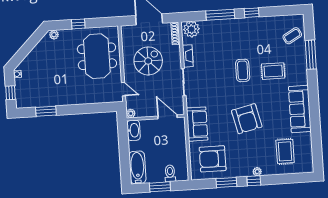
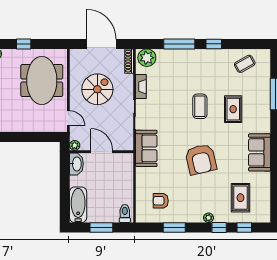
coffee table: (292, 36) -> (245, 64), moved
rug: (273, 71) -> (233, 109), turned 90
sofa: (300, 109) -> (260, 152), width x0.73
door: (167, 117) -> (102, 152), moved
sofa: (197, 124) -> (146, 148), moved
armchair: (213, 159) -> (161, 201), width x0.53, depth x0.53
toilet: (170, 173) -> (125, 214), moved
window: (290, 178) -> (244, 228), added
window: (254, 181) -> (219, 228), moved

